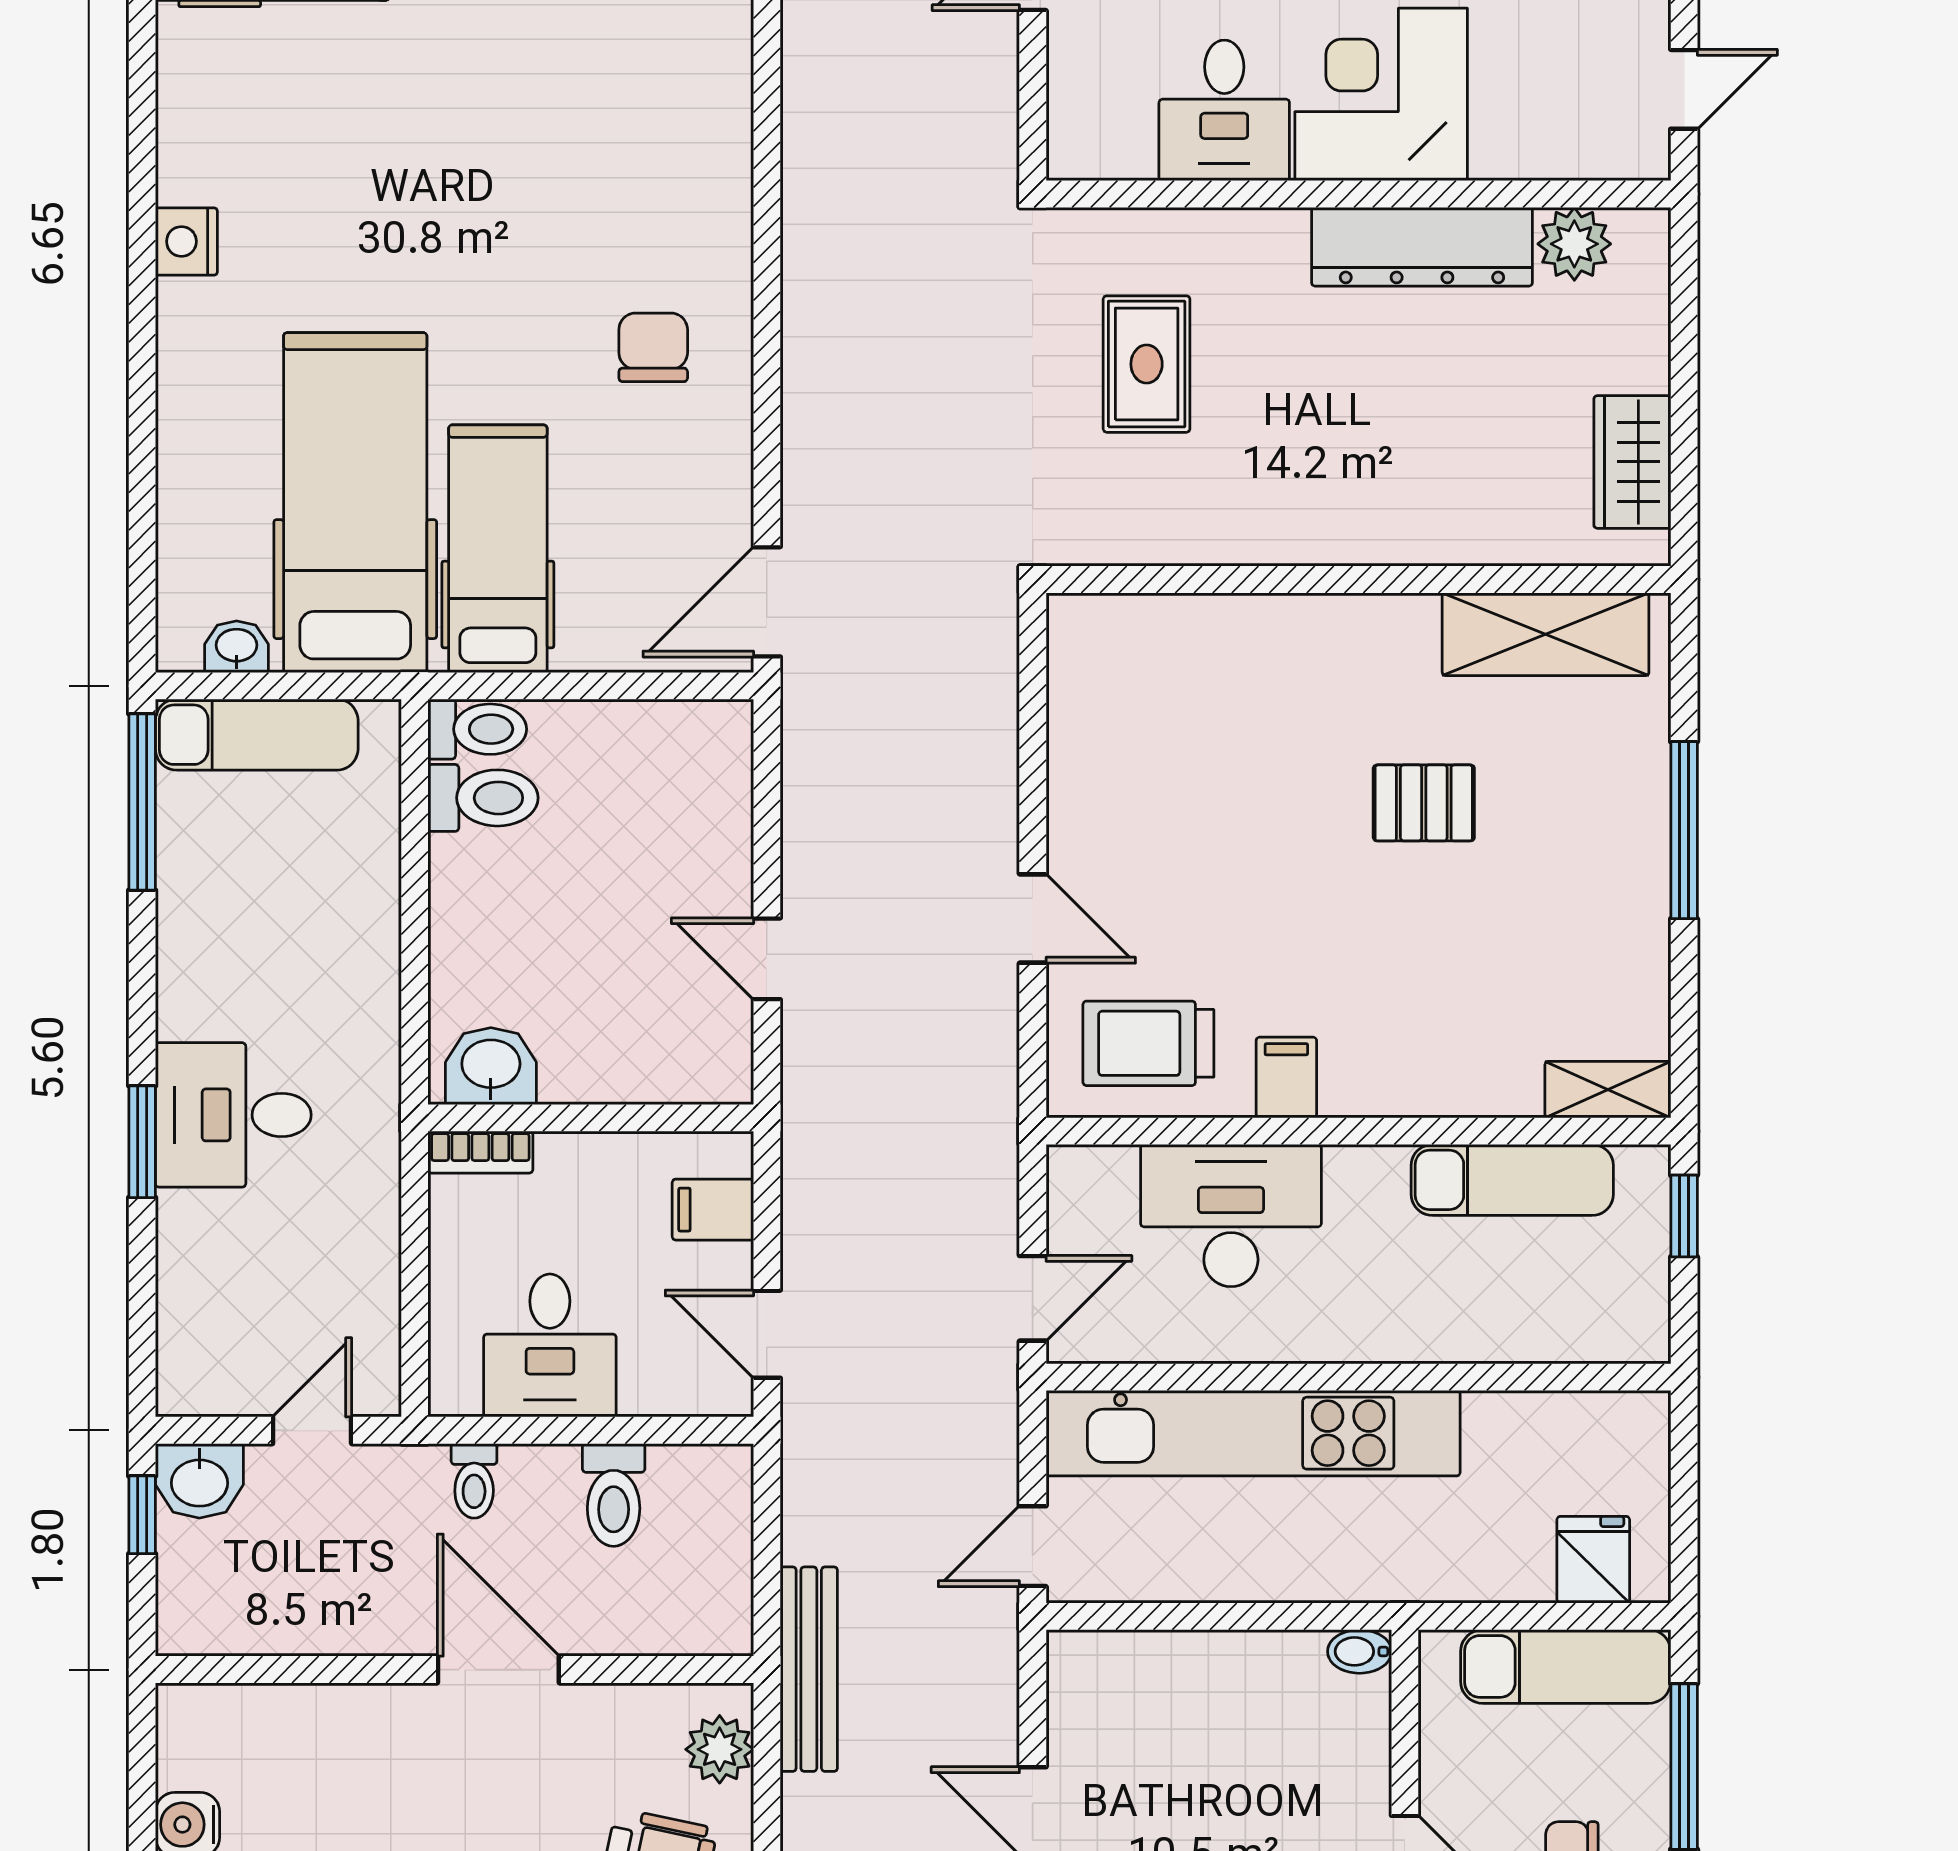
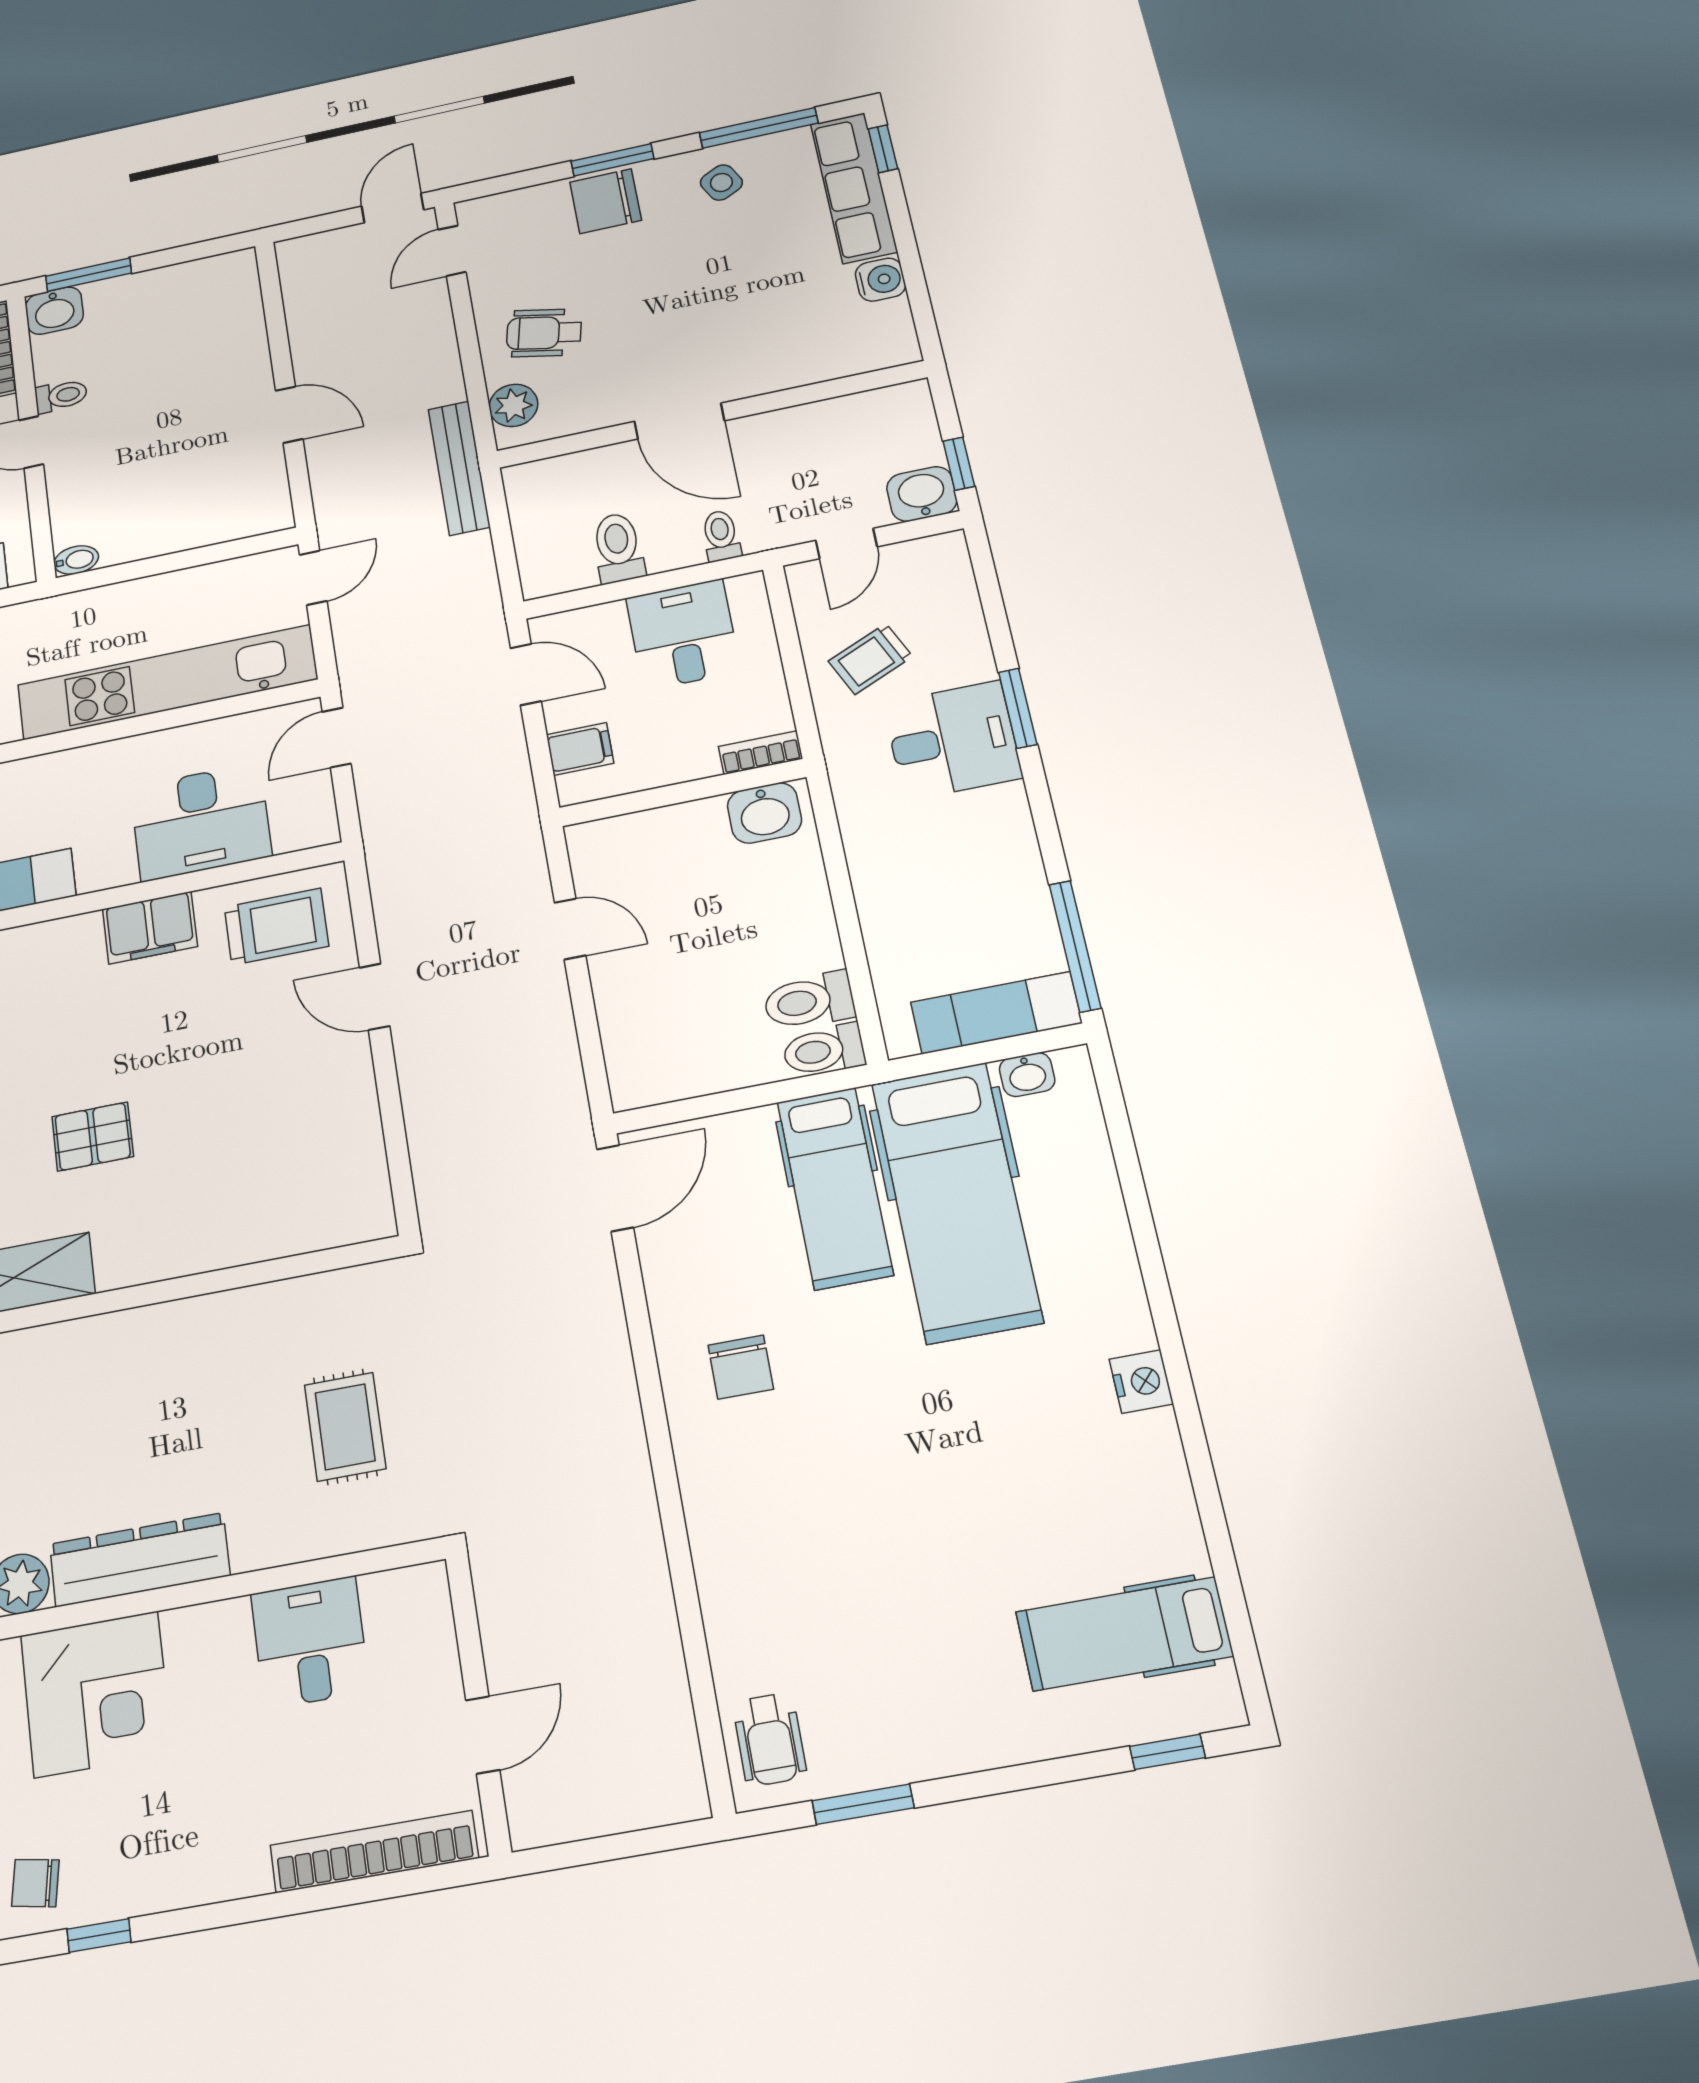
corner desk: (1381, 94) -> (96, 1694), moved
filing cabinet: (1286, 1078) -> (150, 928), width x2.00
trolley: (314, 1254) -> (870, 659), added

